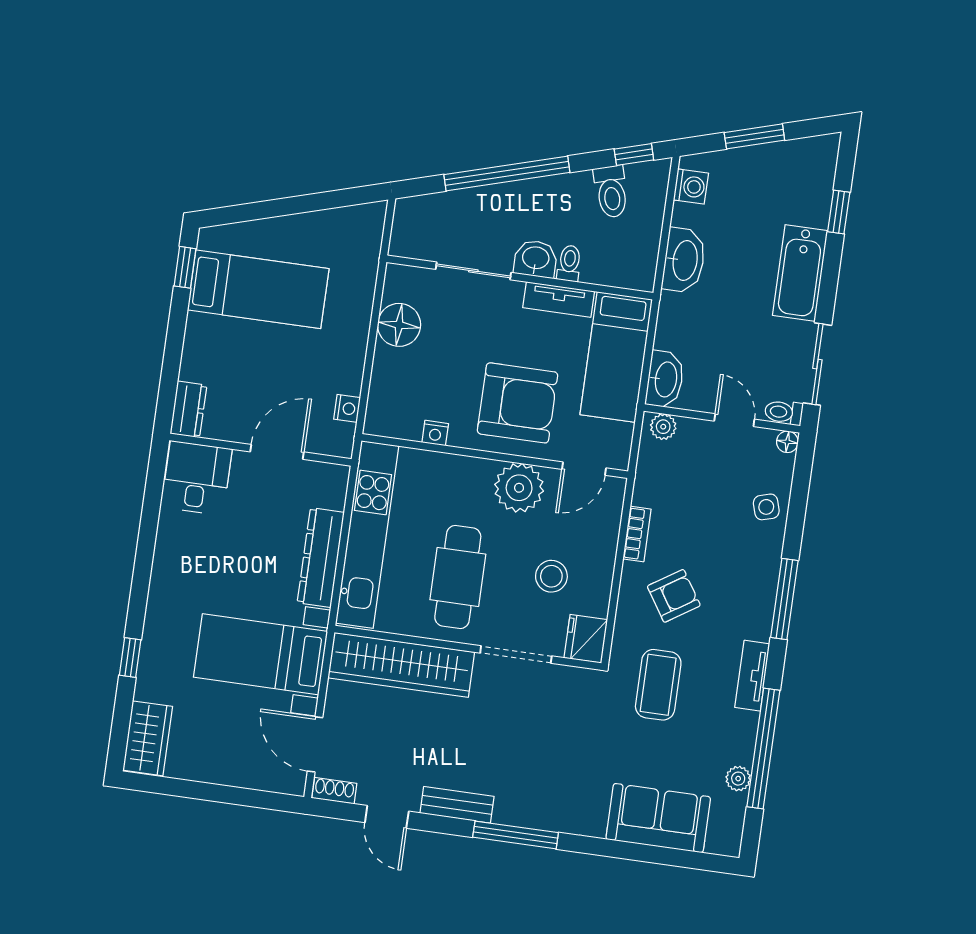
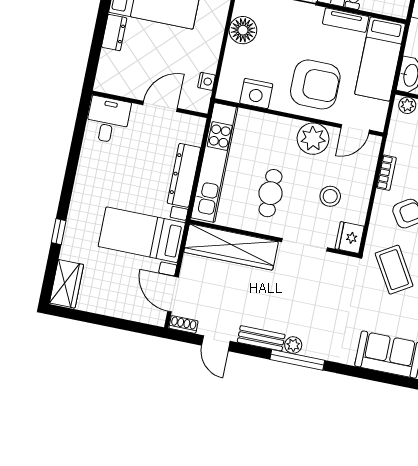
dresser: (188, 409) -> (114, 33), moved
nightstand: (435, 433) -> (256, 94), width x1.89, depth x1.79
cafe table: (458, 577) -> (271, 193), width x0.73, depth x0.74
coffee table: (658, 685) -> (394, 270), turned -31
plant: (508, 812) -> (293, 345), added

